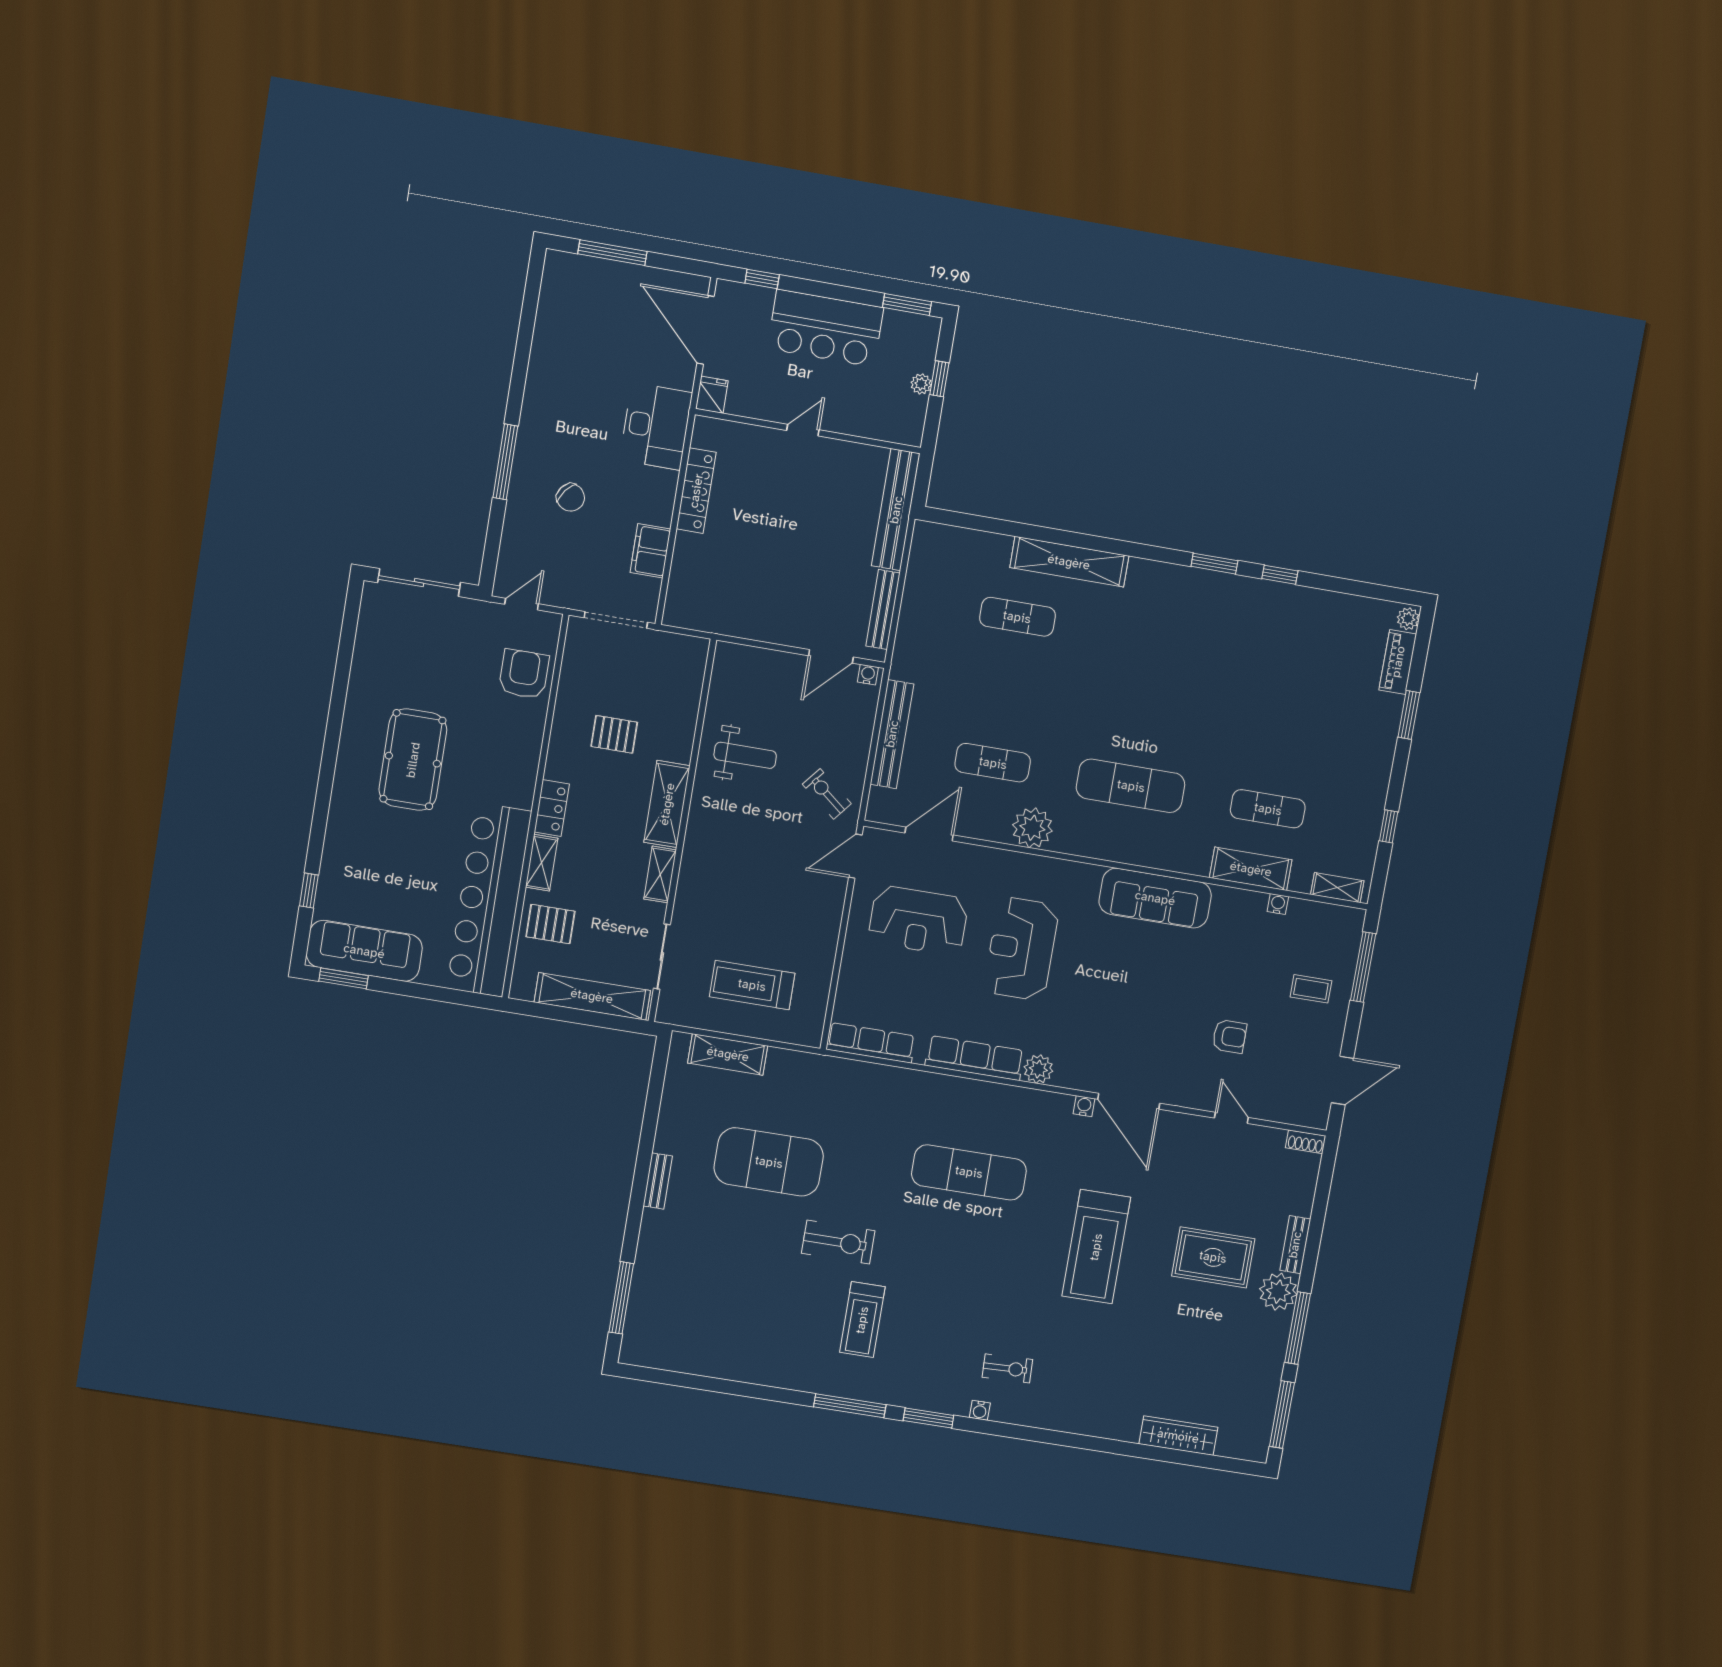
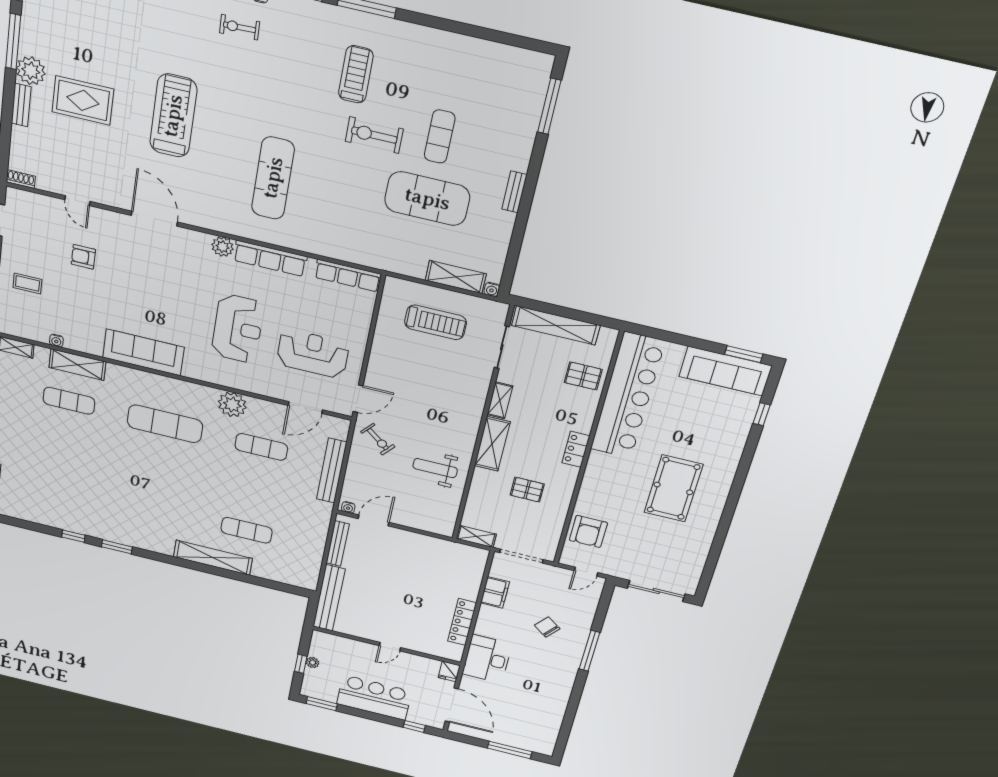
shelving: (542, 863) -> (476, 536), moved, turned 90
water cooler: (1084, 1106) -> (492, 289), moved
exercise mat: (969, 1172) -> (273, 178), turned 90
exercise mat: (755, 1247) -> (440, 137), added

